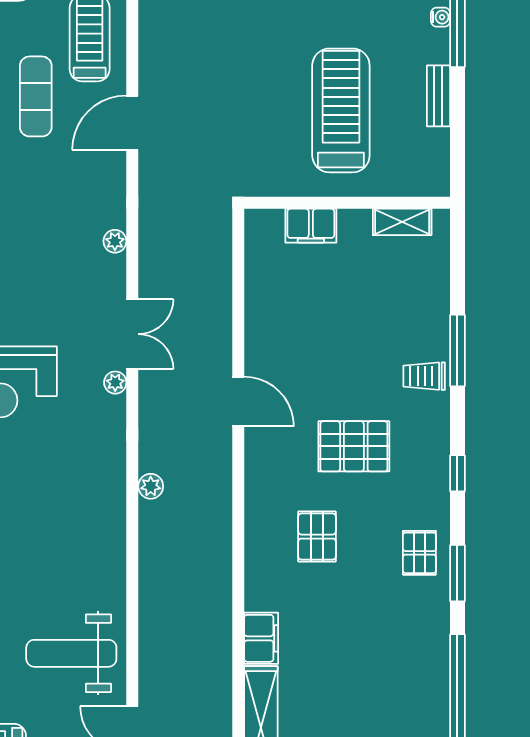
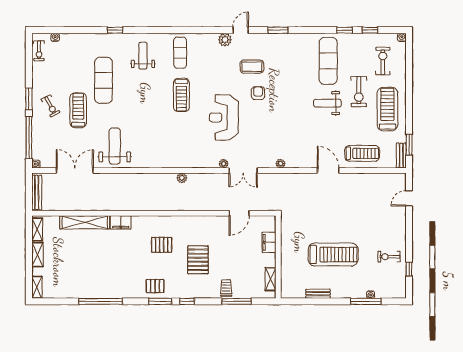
exercise mat: (36, 96) -> (339, 132), removed
bench: (438, 96) -> (318, 294), moved
wall: (347, 203) -> (278, 257), moved
shelving: (402, 222) -> (270, 279), moved
filing cabinet: (311, 226) -> (269, 242), moved
door: (238, 402) -> (239, 213), moved
window: (457, 573) -> (160, 301), moved

